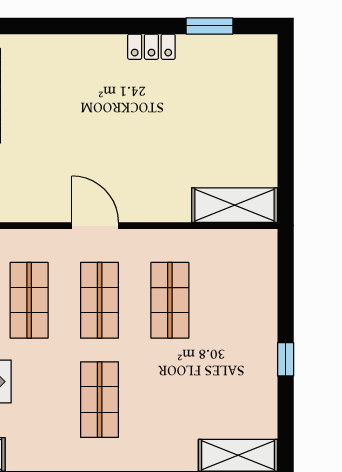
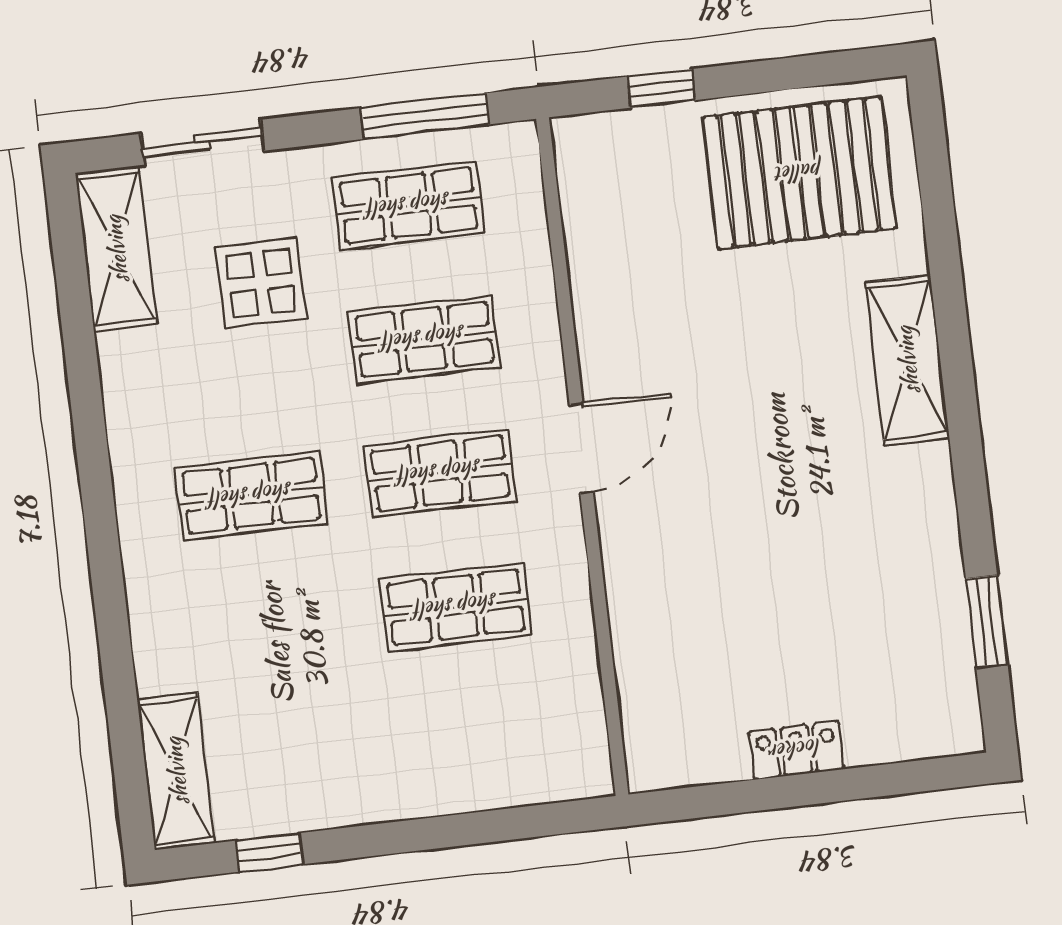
locker: (151, 47) -> (796, 750), moved, turned 90
shelving: (235, 205) -> (907, 360), moved
window: (286, 359) -> (270, 852), moved

